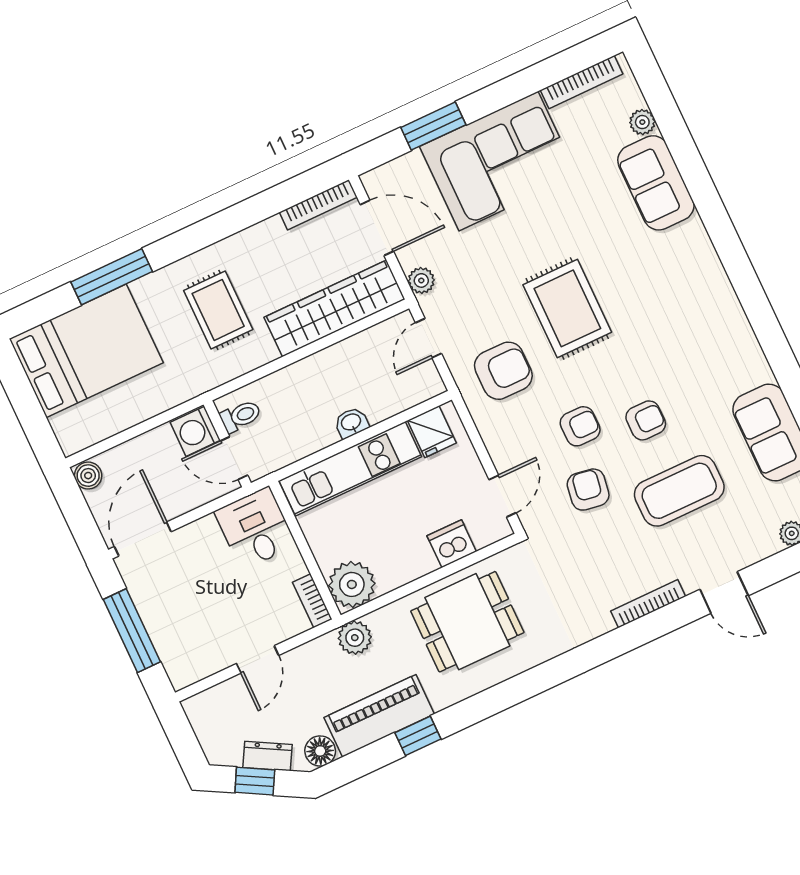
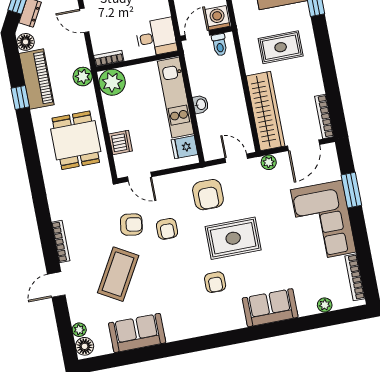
sofa: (656, 183) -> (270, 308), moved
armchair: (646, 420) -> (215, 282), moved
coffee table: (679, 491) -> (118, 274), turned 30

